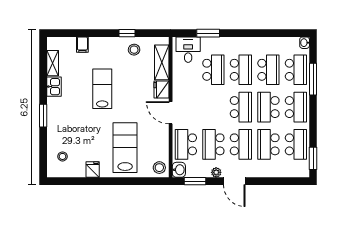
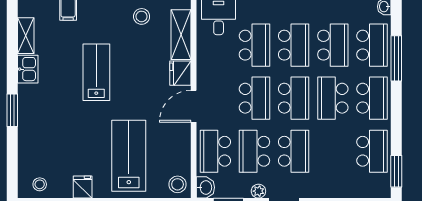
door: (171, 113) -> (194, 106), hinge flipped
school desk: (268, 144) -> (254, 98), moved, turned 180
stool: (62, 156) -> (40, 184), moved

